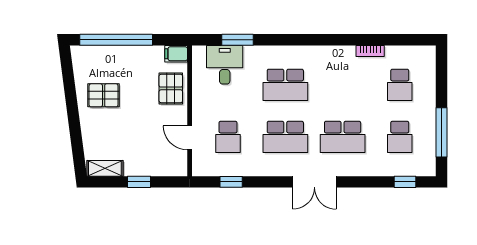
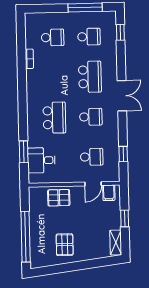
filing cabinet: (176, 54) -> (109, 193), moved
school desk: (285, 137) -> (91, 117), width x0.54

